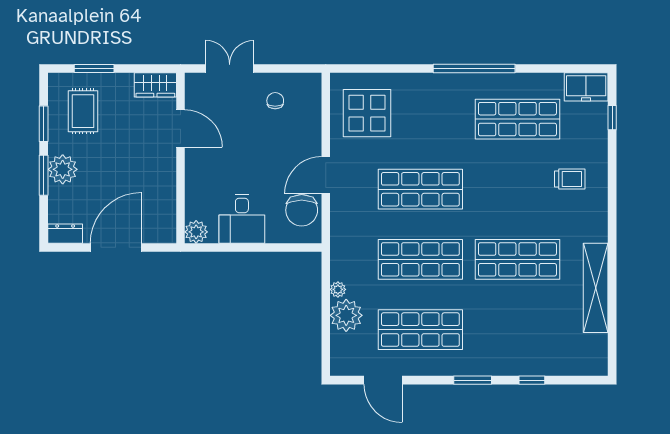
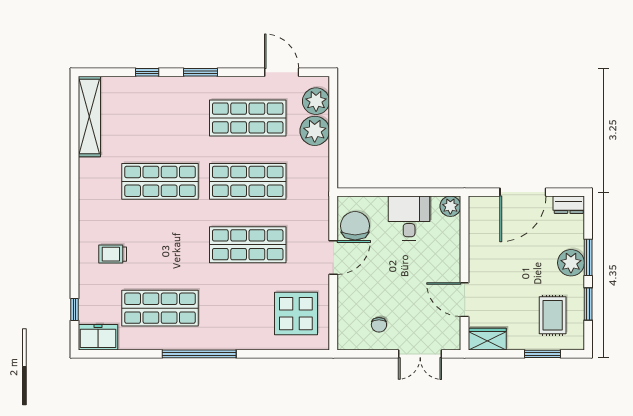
shelving: (596, 288) -> (89, 117), moved
plant: (338, 289) -> (316, 101), moved, width x1.88, depth x1.88

